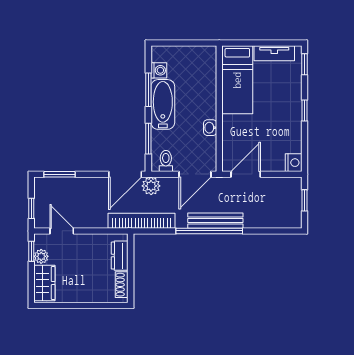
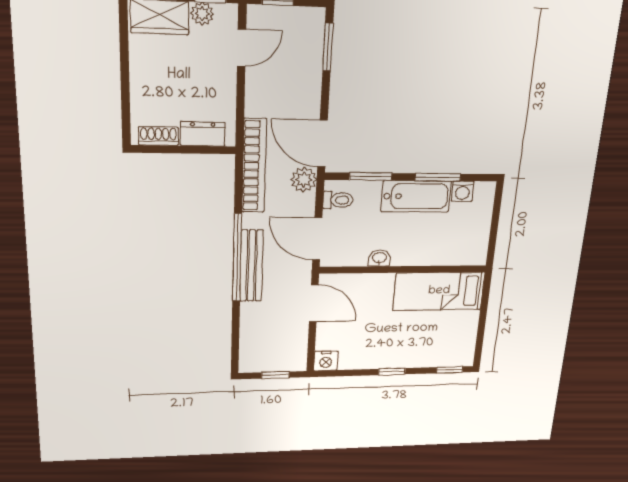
tv unit: (274, 53) -> (468, 335), removed

